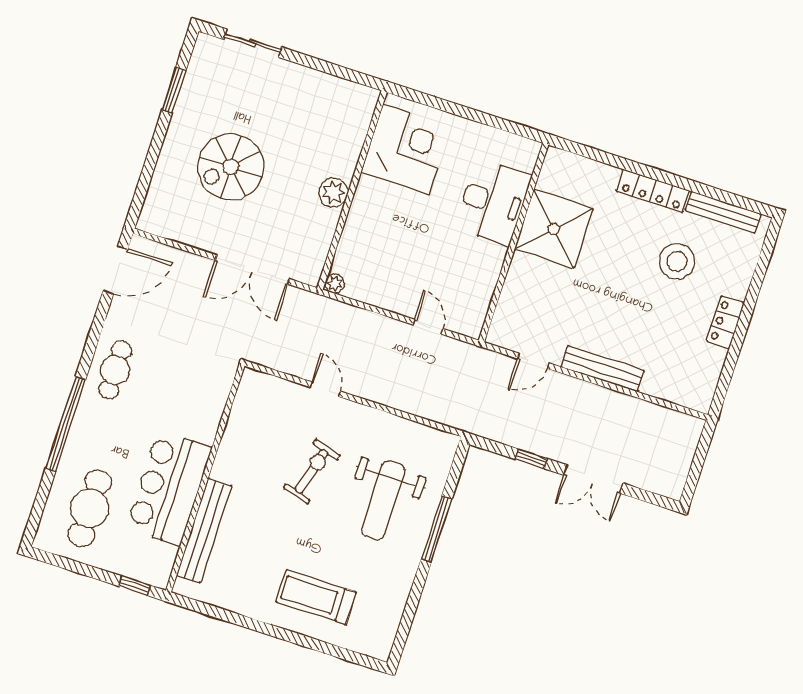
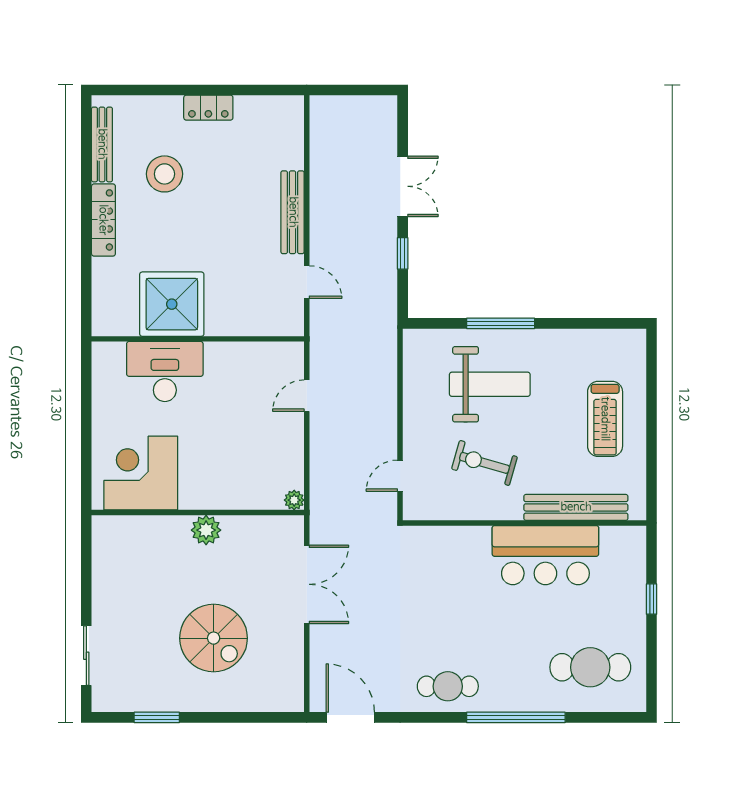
wall: (205, 478) -> (524, 523), moved
bar counter: (169, 488) -> (545, 555), moved
bench: (204, 531) -> (576, 507), moved

